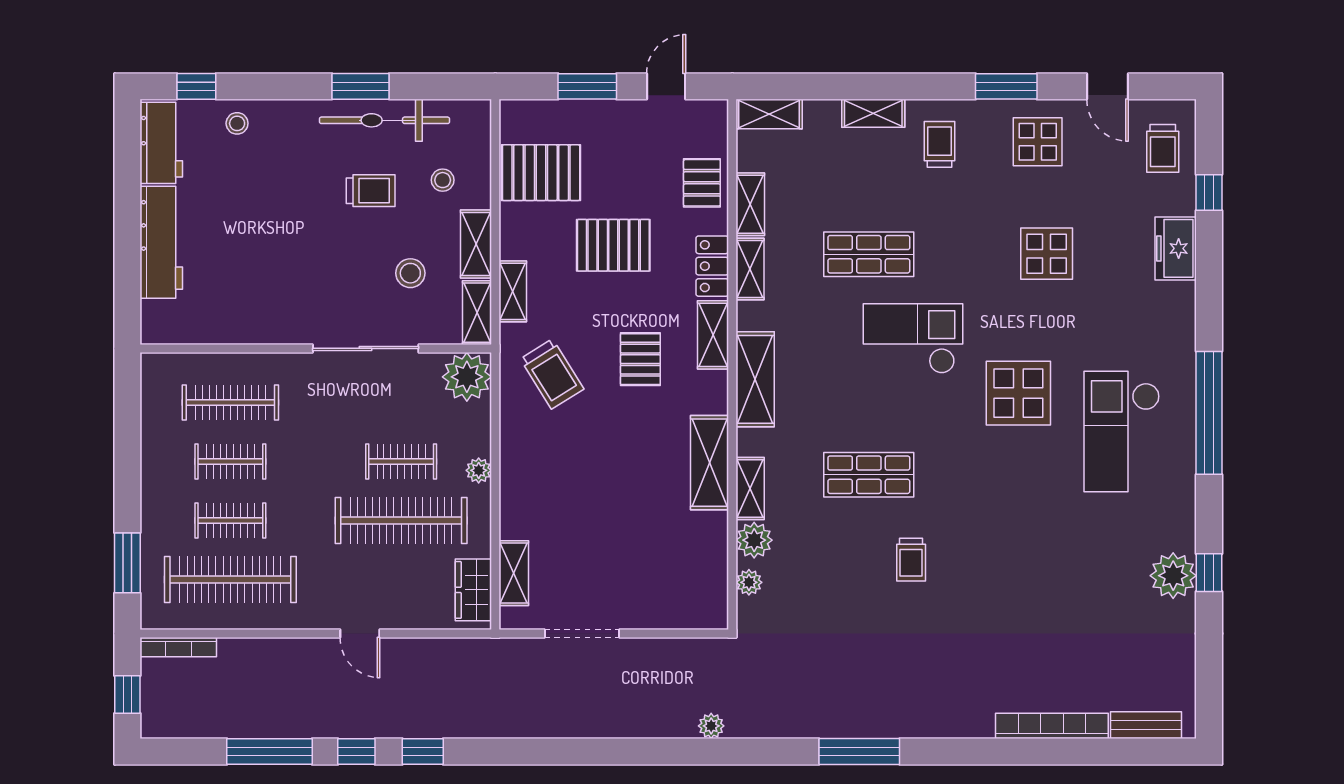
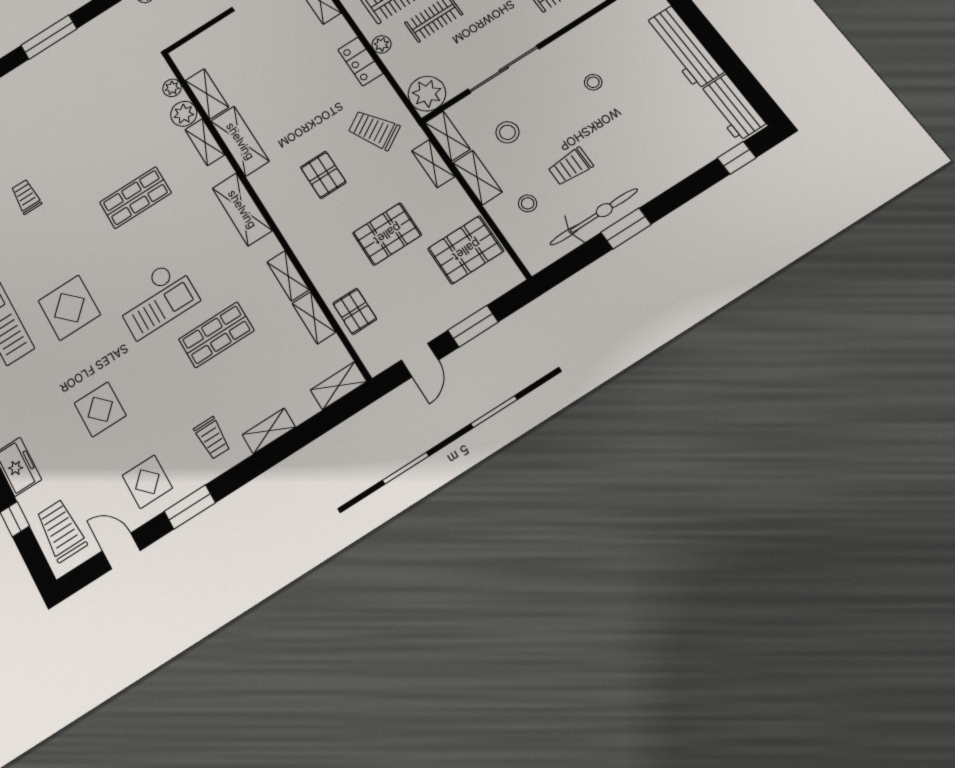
stool: (237, 123) -> (593, 82), moved
trolley: (1163, 148) -> (61, 530), width x1.36, depth x1.39
locker: (712, 266) -> (360, 61), moved, turned 180
shelving: (713, 335) -> (207, 94), moved
trolley: (911, 560) -> (26, 197), moved

